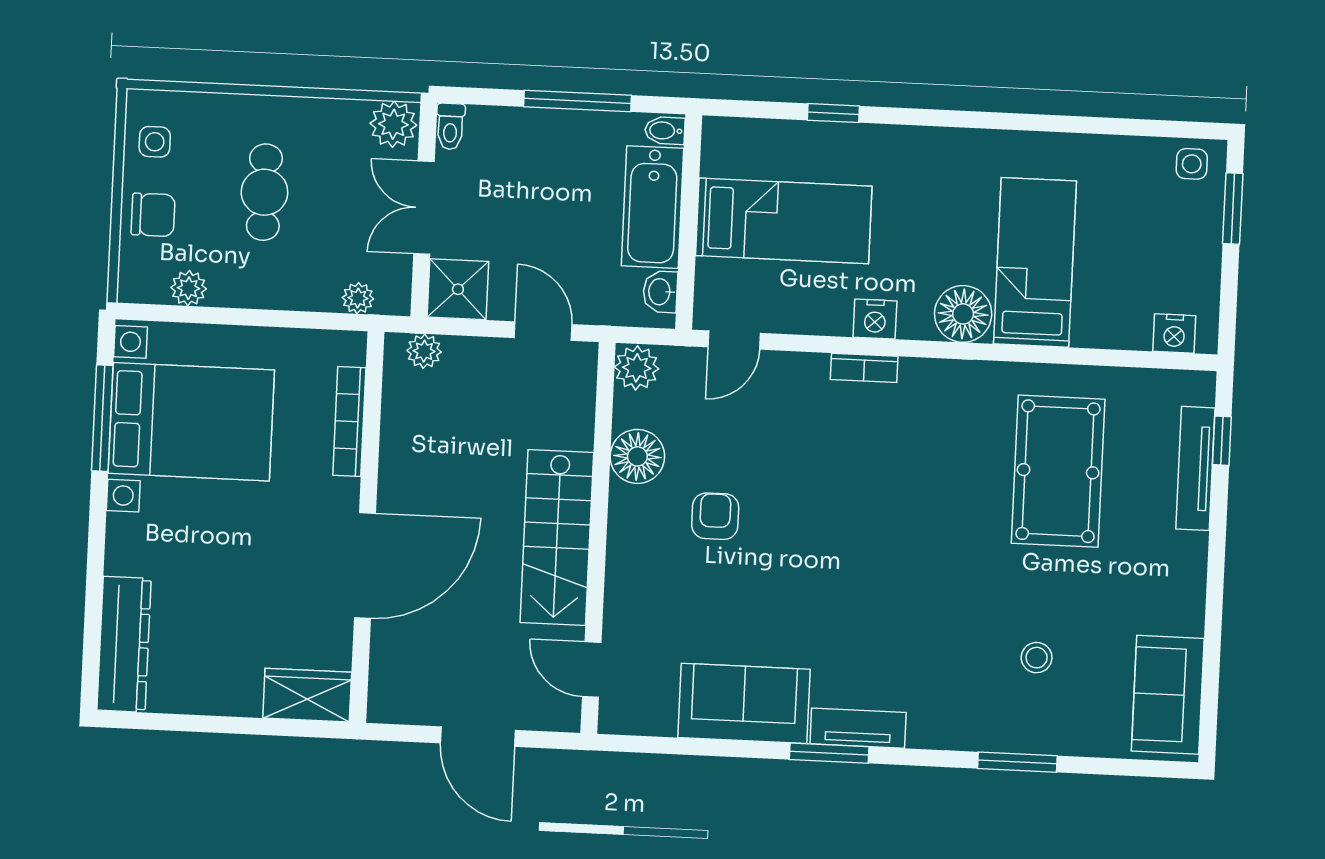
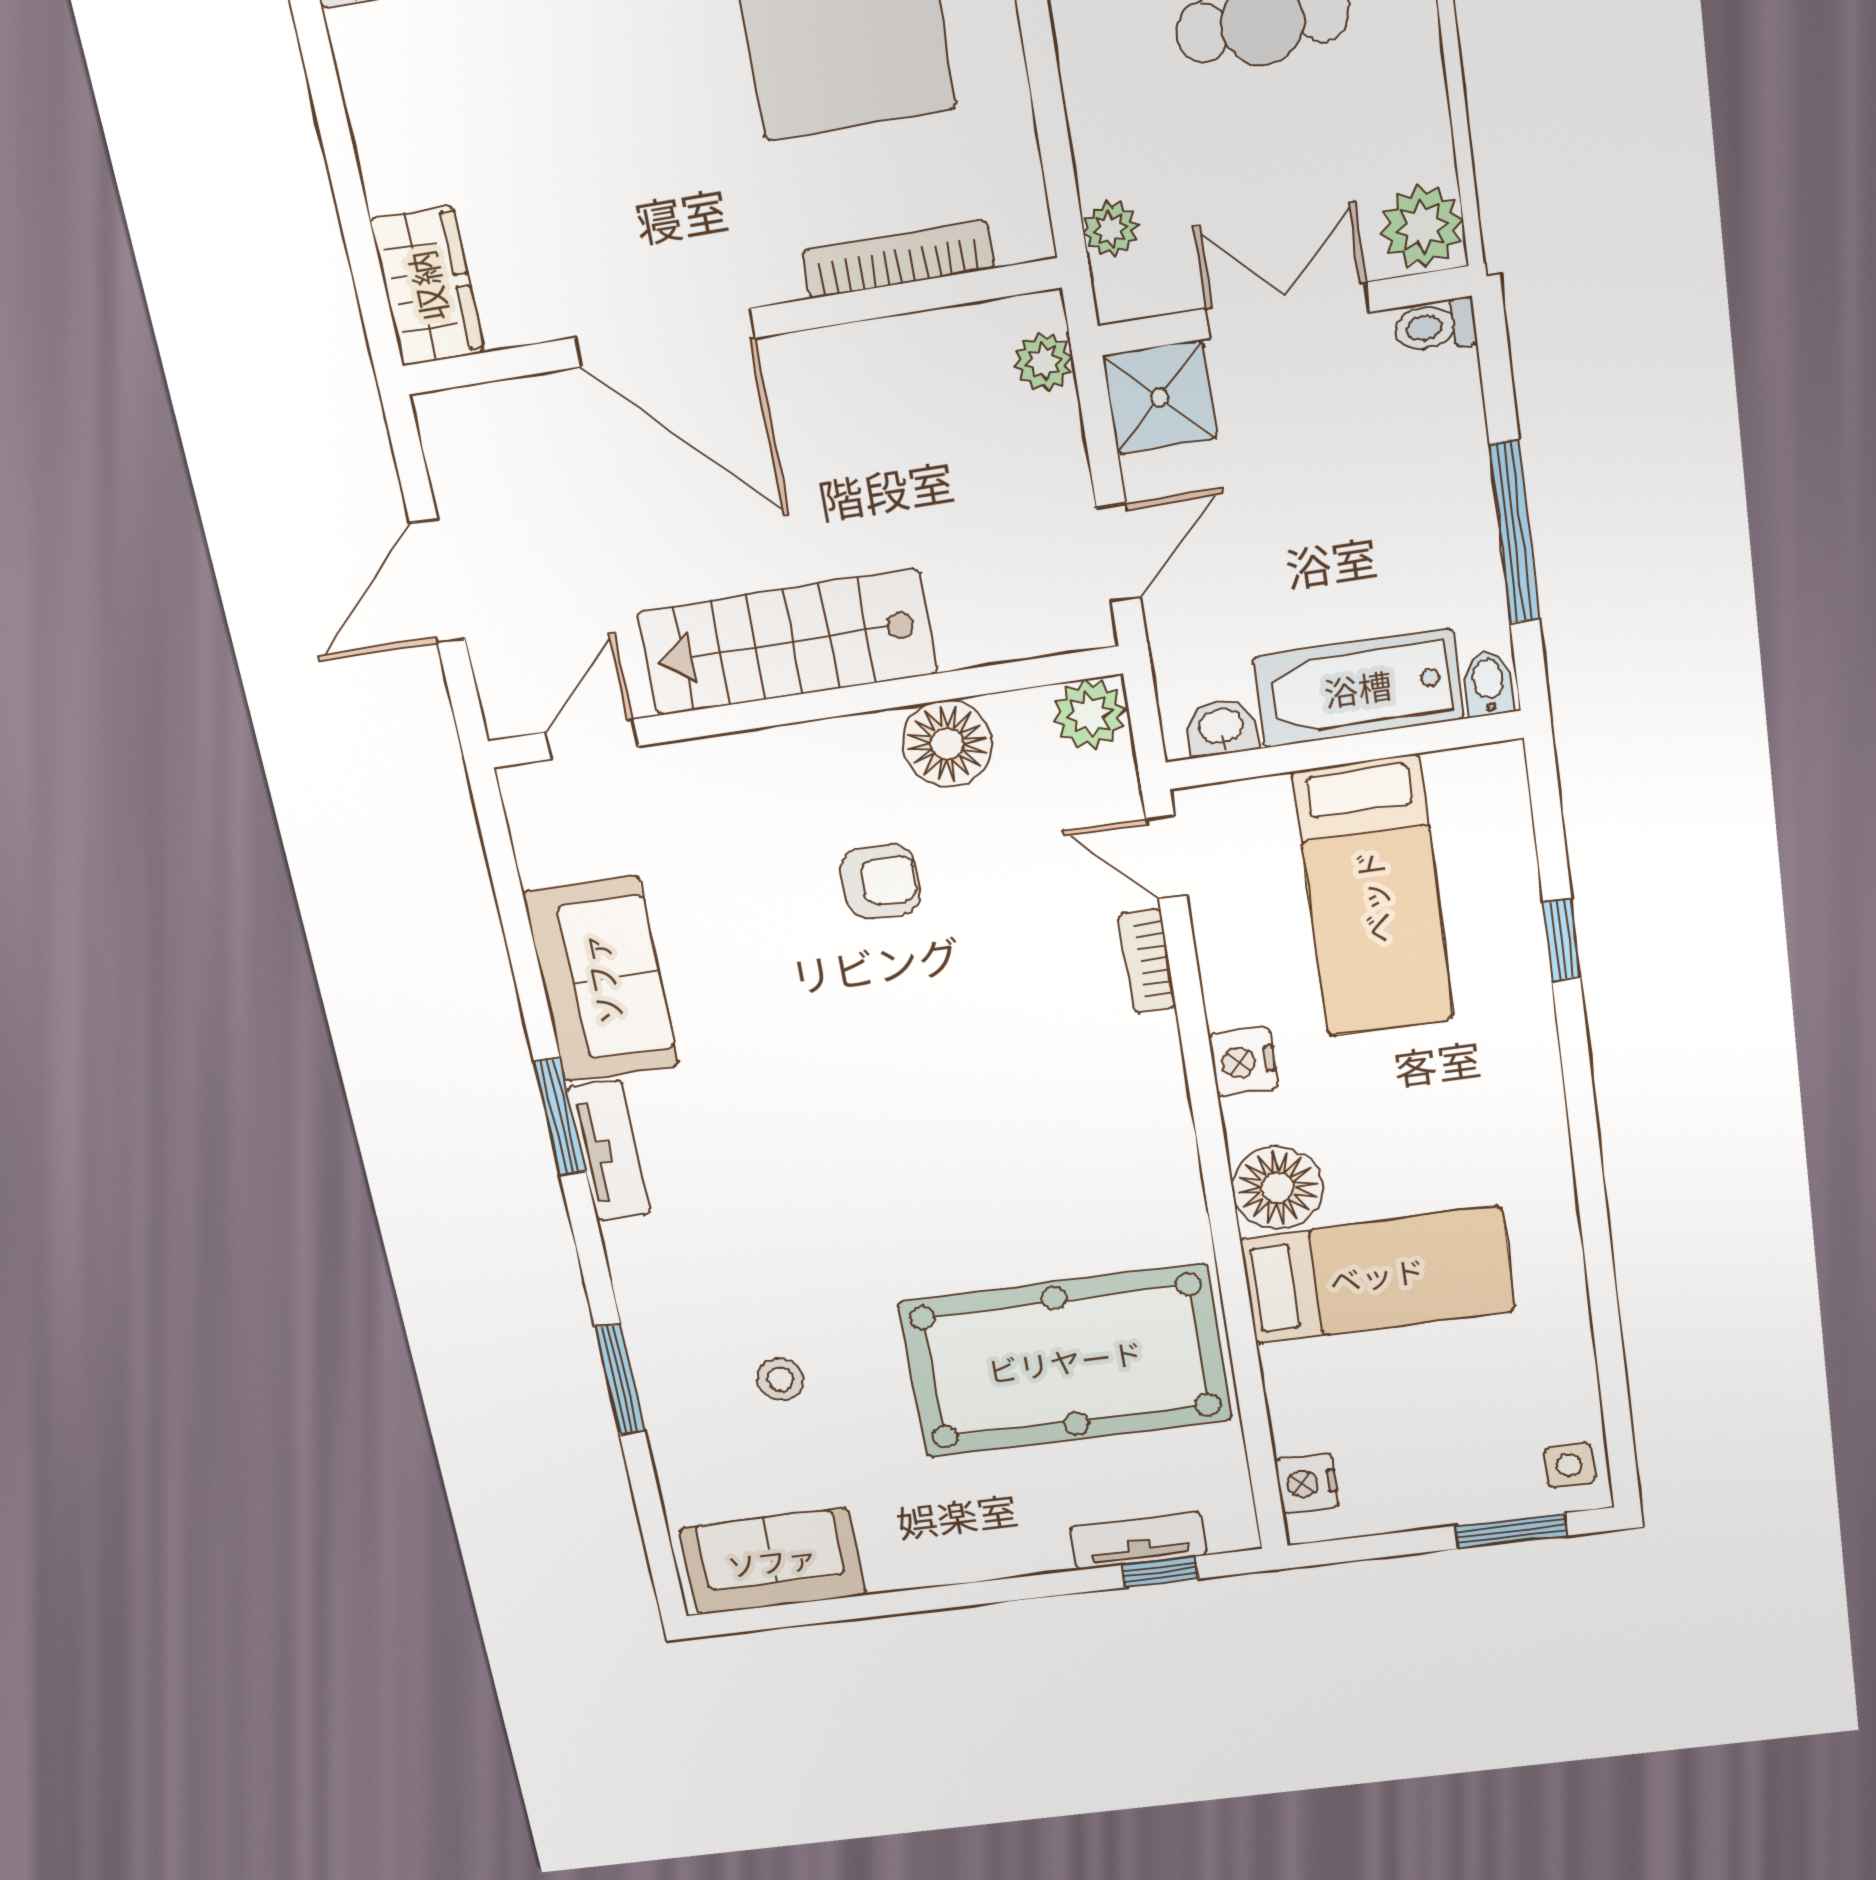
bookcase: (864, 368) -> (1147, 960), moved
tv unit: (1195, 468) -> (1138, 1541), width x0.71
pool table: (1058, 471) -> (1065, 1361), width x1.36, depth x1.32

